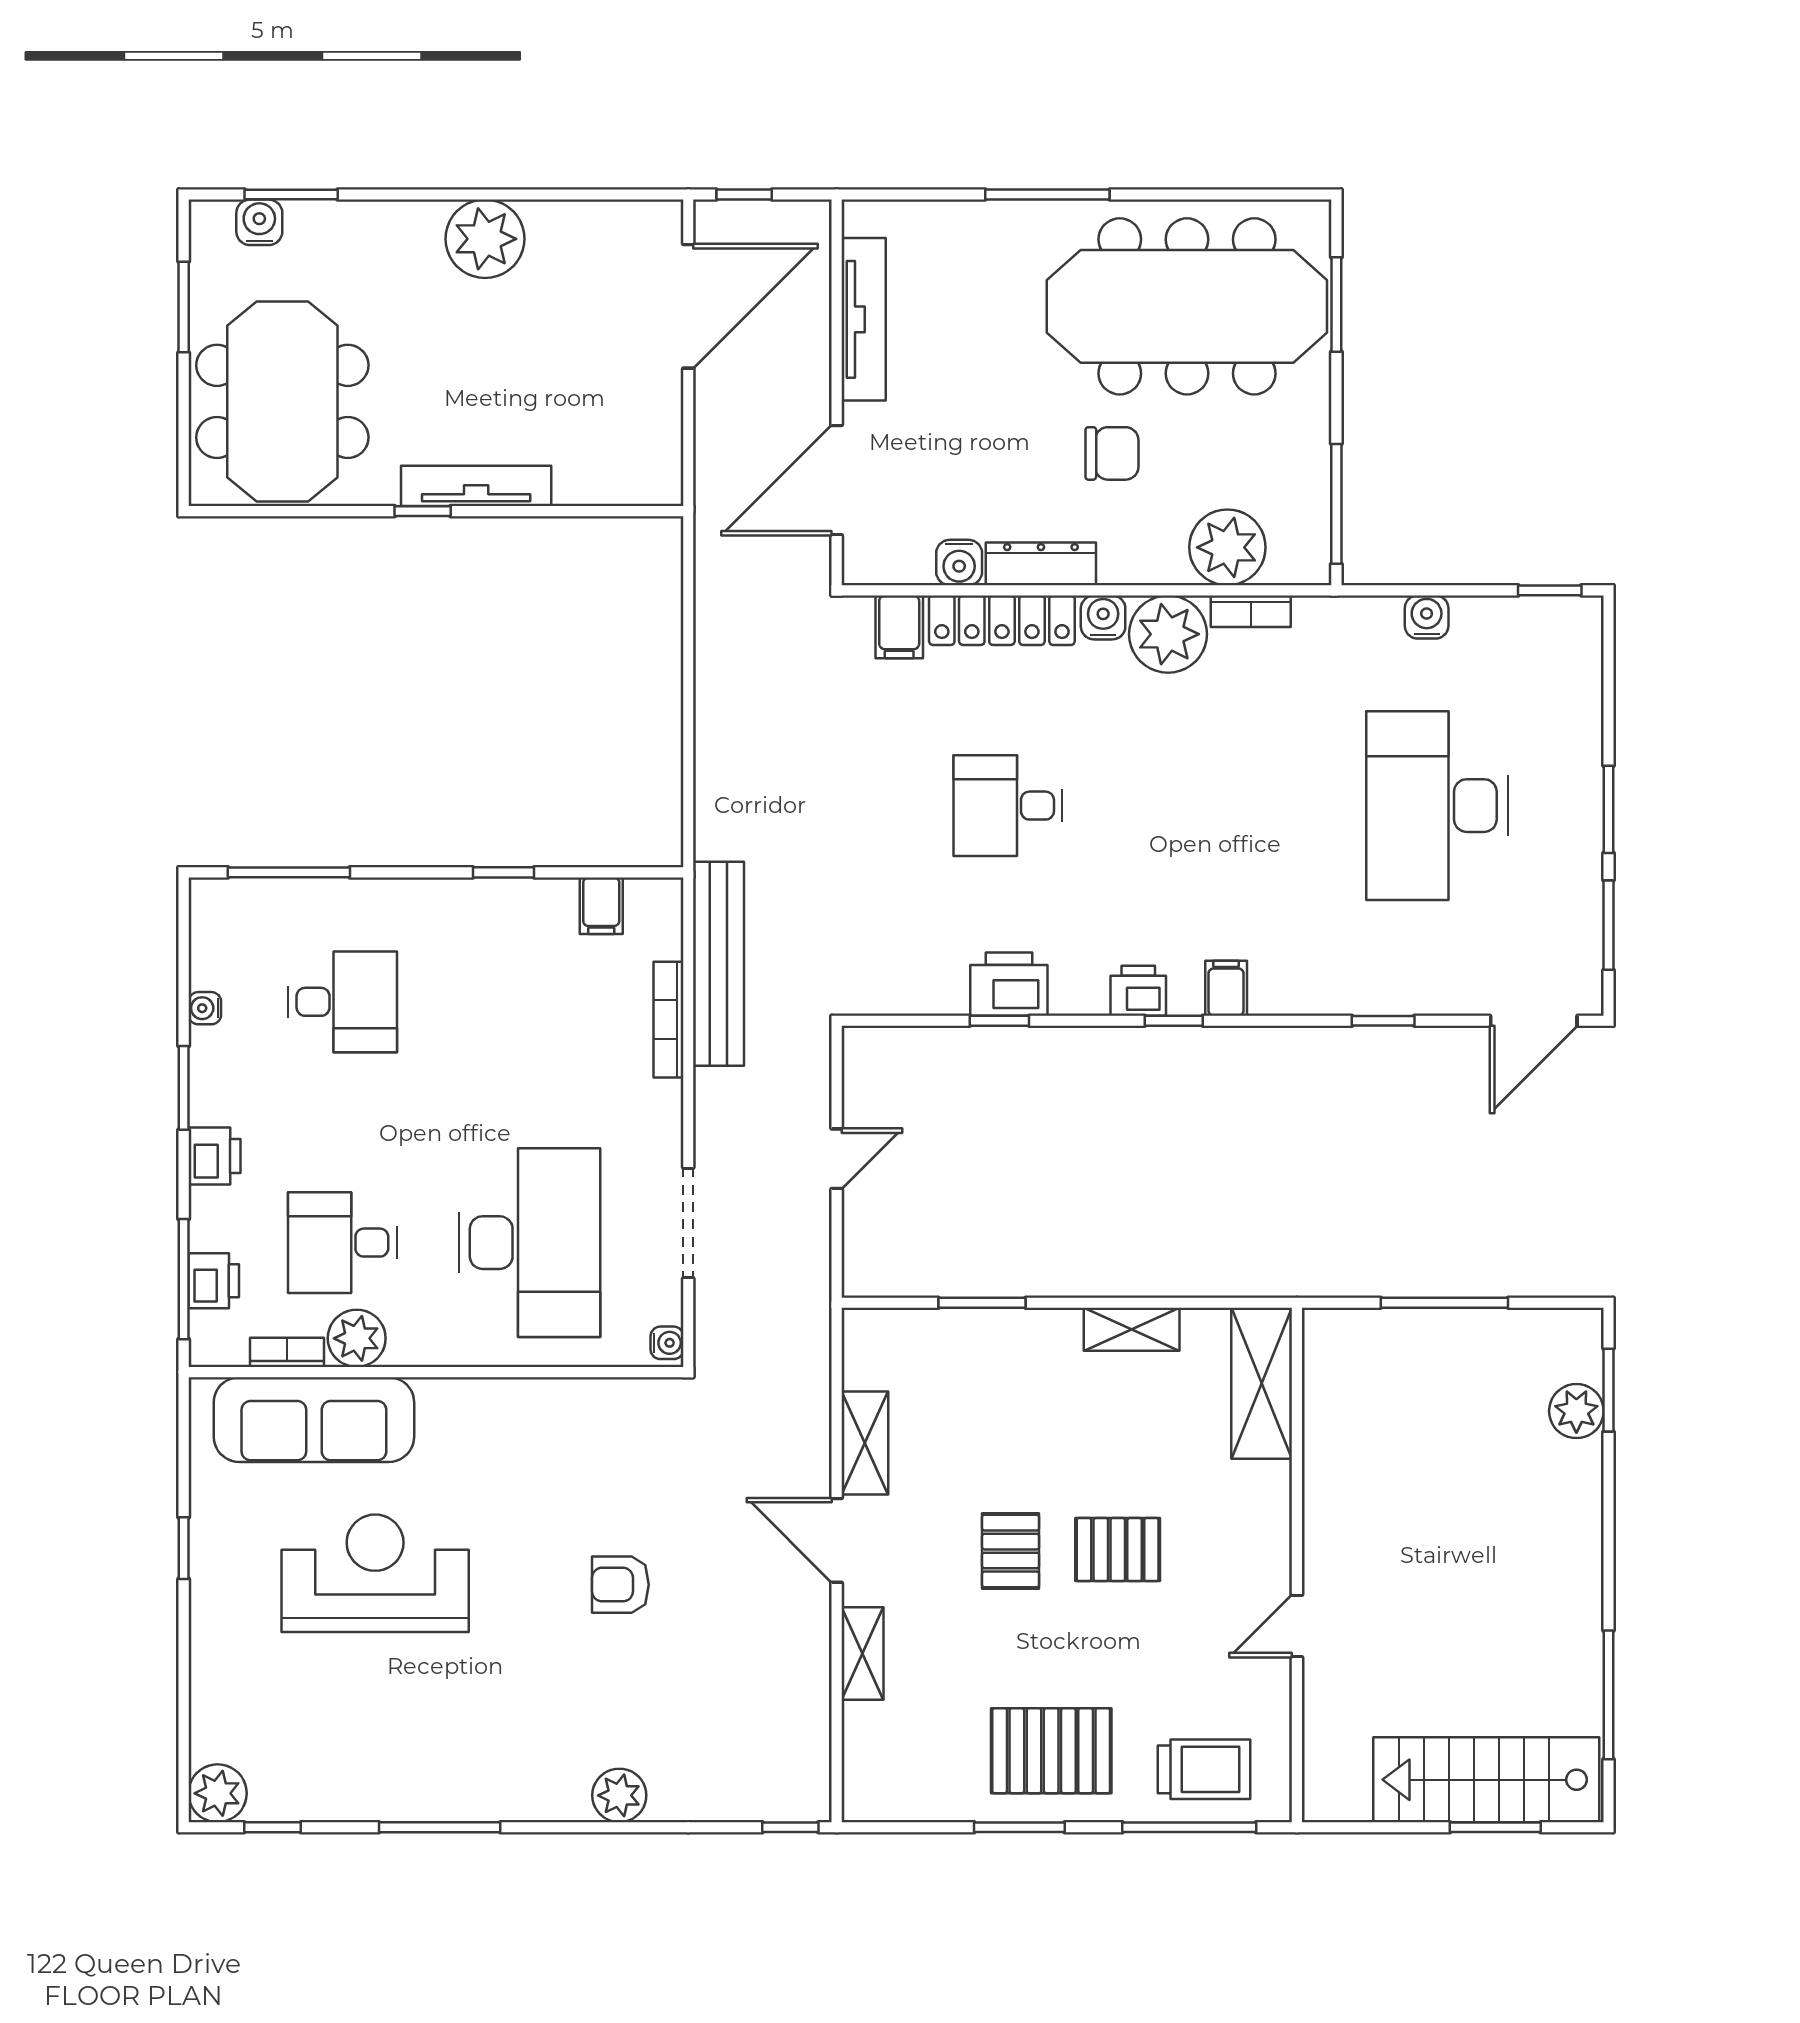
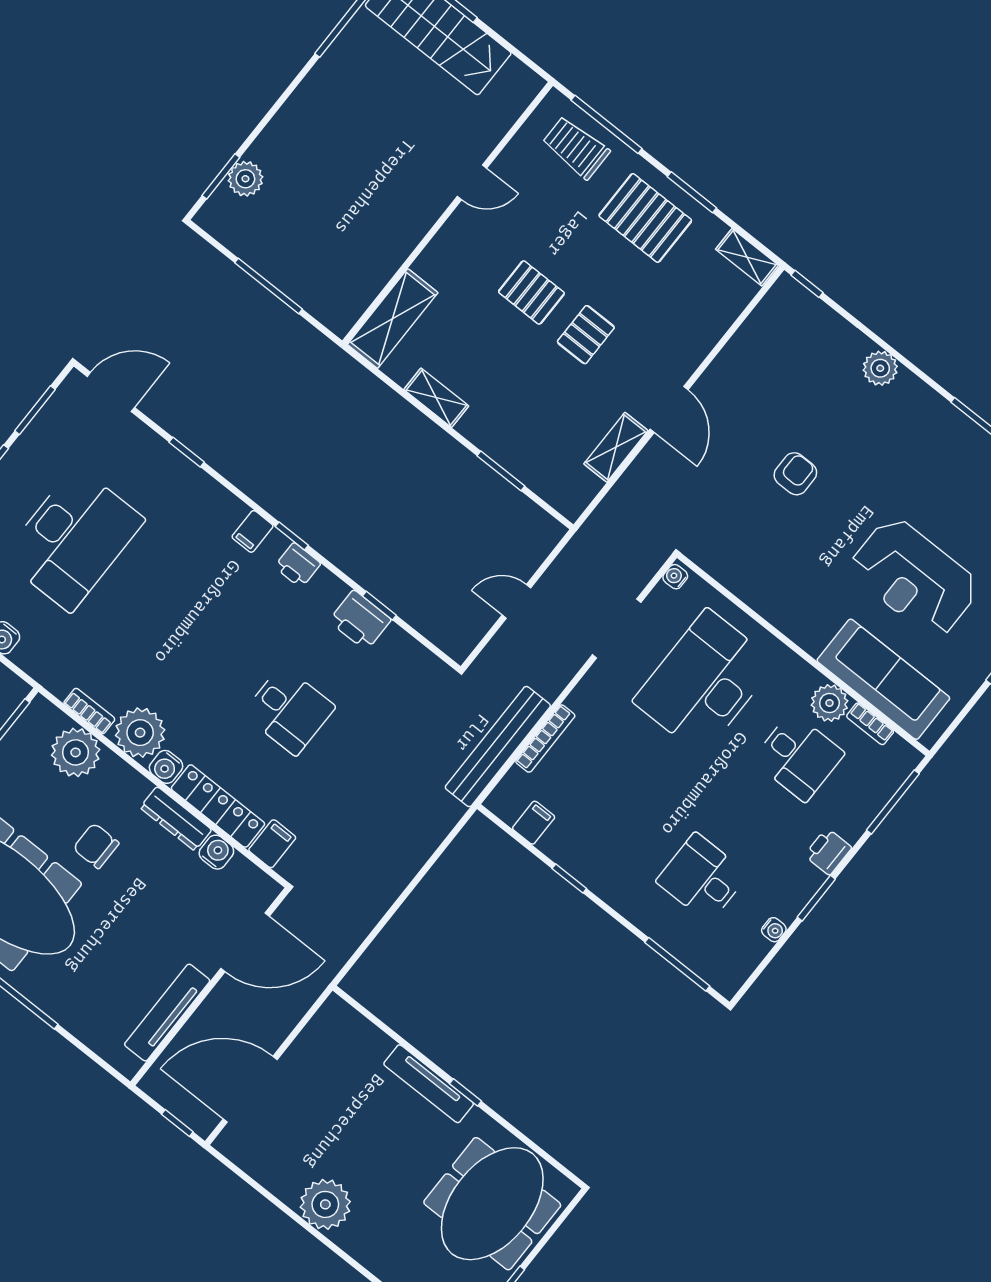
printer: (214, 1281) -> (878, 789), removed
armchair: (620, 1585) -> (795, 474), turned -90
shelving: (862, 1654) -> (747, 257), moved, turned 90

